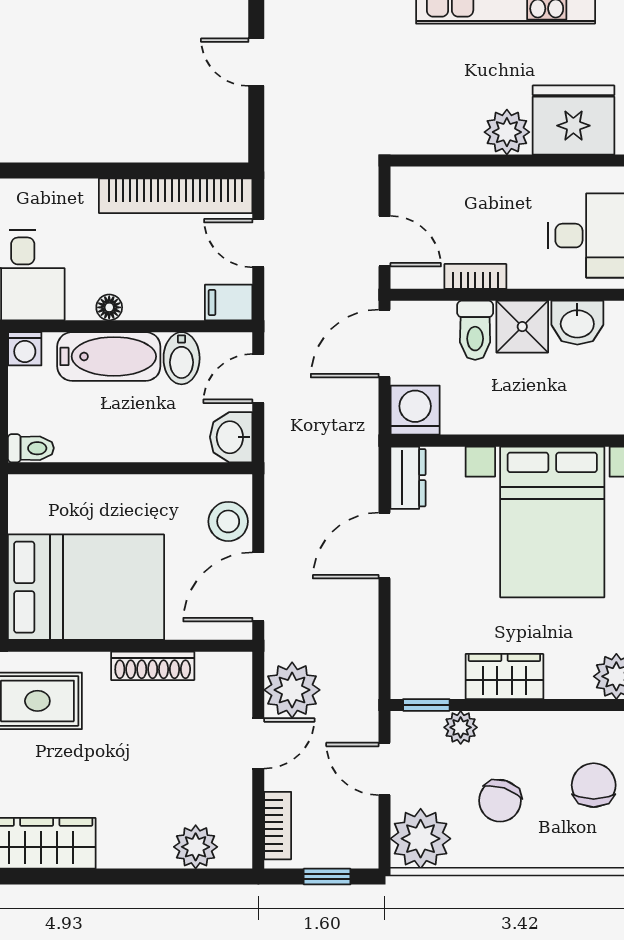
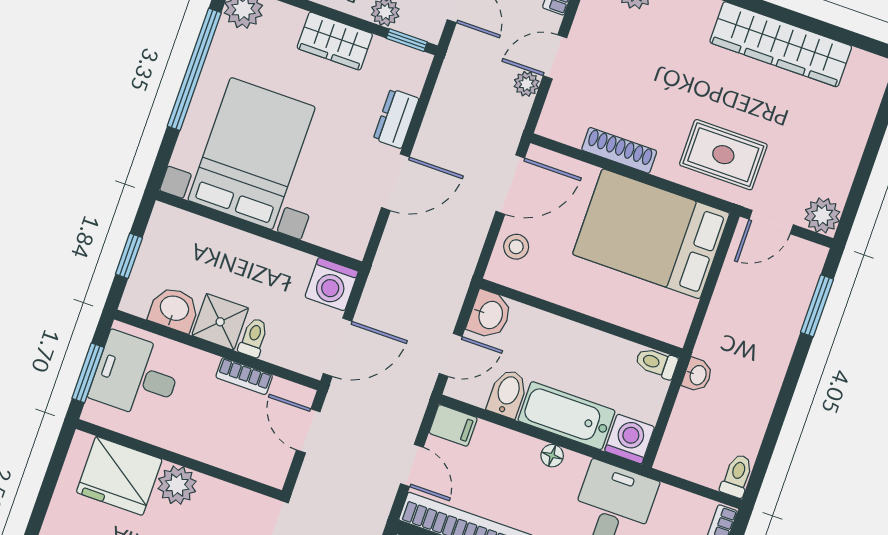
toilet: (475, 330) -> (253, 338), width x0.73, depth x0.72
washing machine: (25, 349) -> (630, 439), width x1.38, depth x1.38
dresser: (408, 478) -> (396, 119), moved
stool: (228, 521) -> (516, 247), width x0.73, depth x0.73
plant: (292, 690) -> (527, 84), width x0.53, depth x0.53

